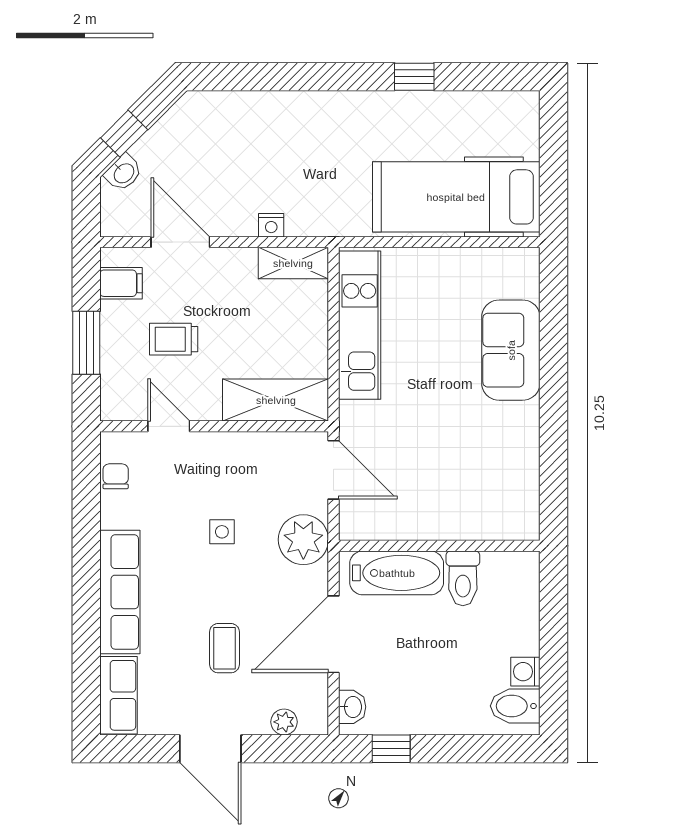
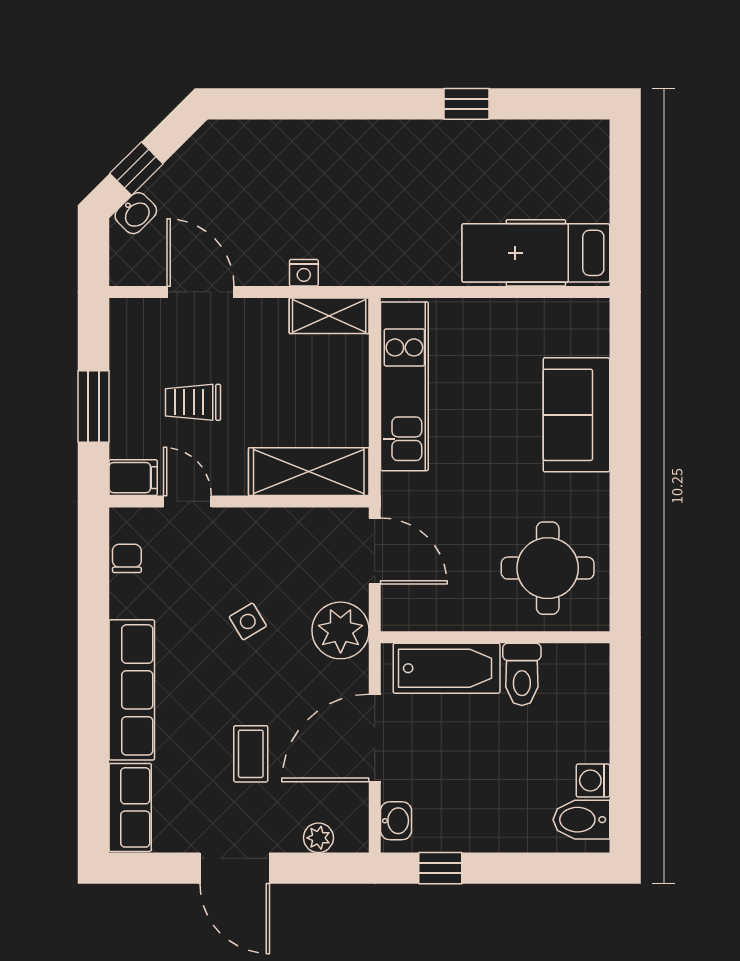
hospital bed: (456, 197) -> (536, 253), width x0.73, depth x0.78
filing cabinet: (121, 283) -> (133, 478), moved
round table: (486, 485) -> (548, 568), added
side table: (222, 532) -> (248, 621), turned -31

